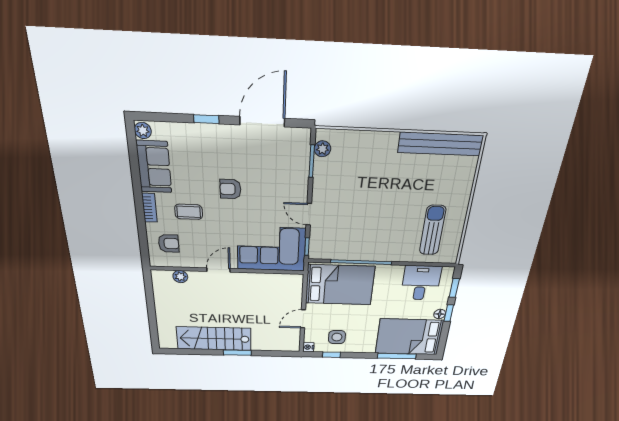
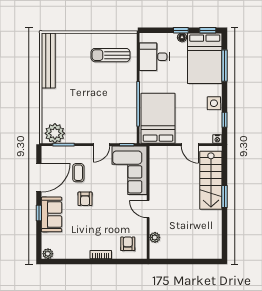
door: (262, 122) -> (39, 178), swing flipped
plant: (322, 149) -> (55, 133), width x1.88, depth x1.88
sofa: (154, 167) -> (52, 214), moved, turned 90
coffee table: (189, 212) -> (78, 173), moved
window: (454, 288) -> (208, 30), moved
side table: (337, 337) -> (214, 103), moved
stairs: (214, 339) -> (211, 180), moved

